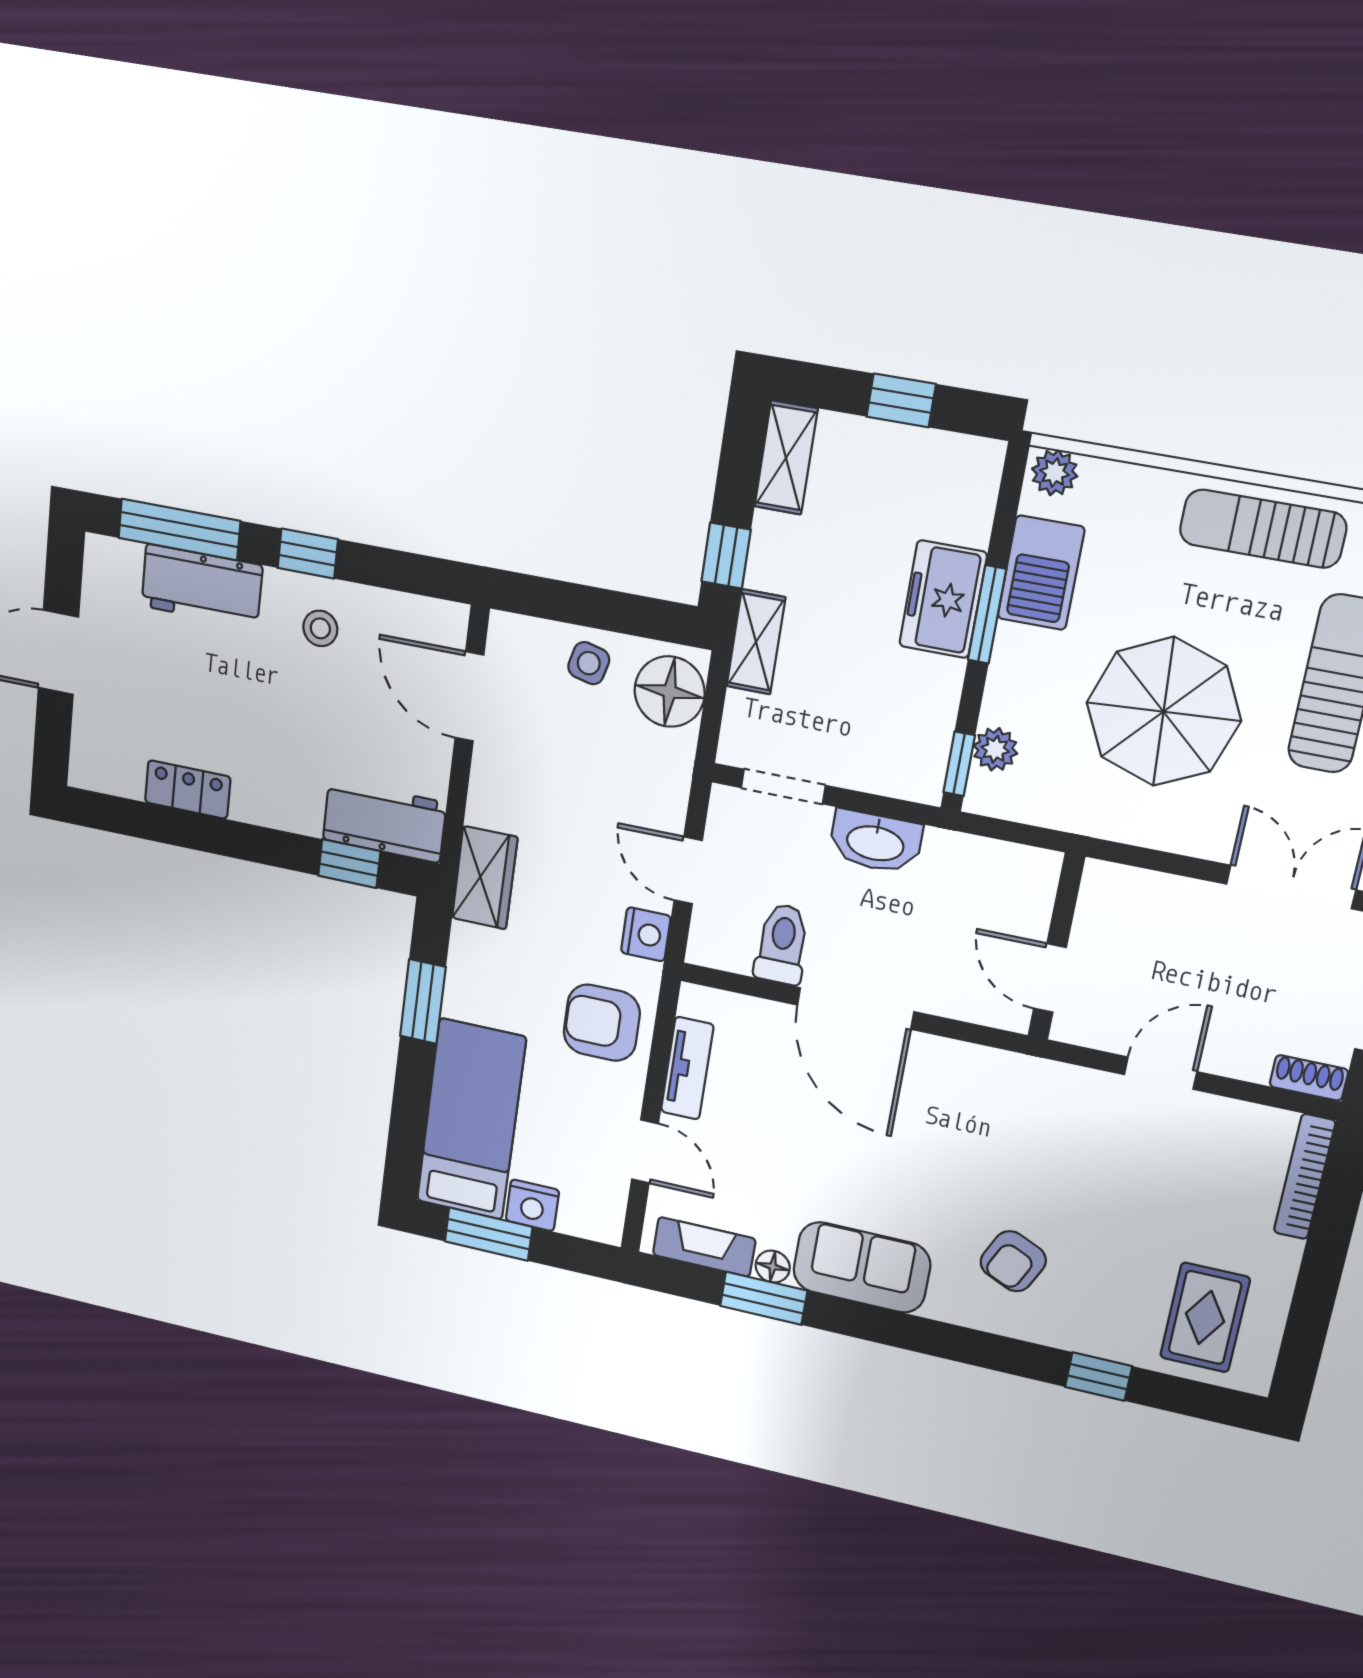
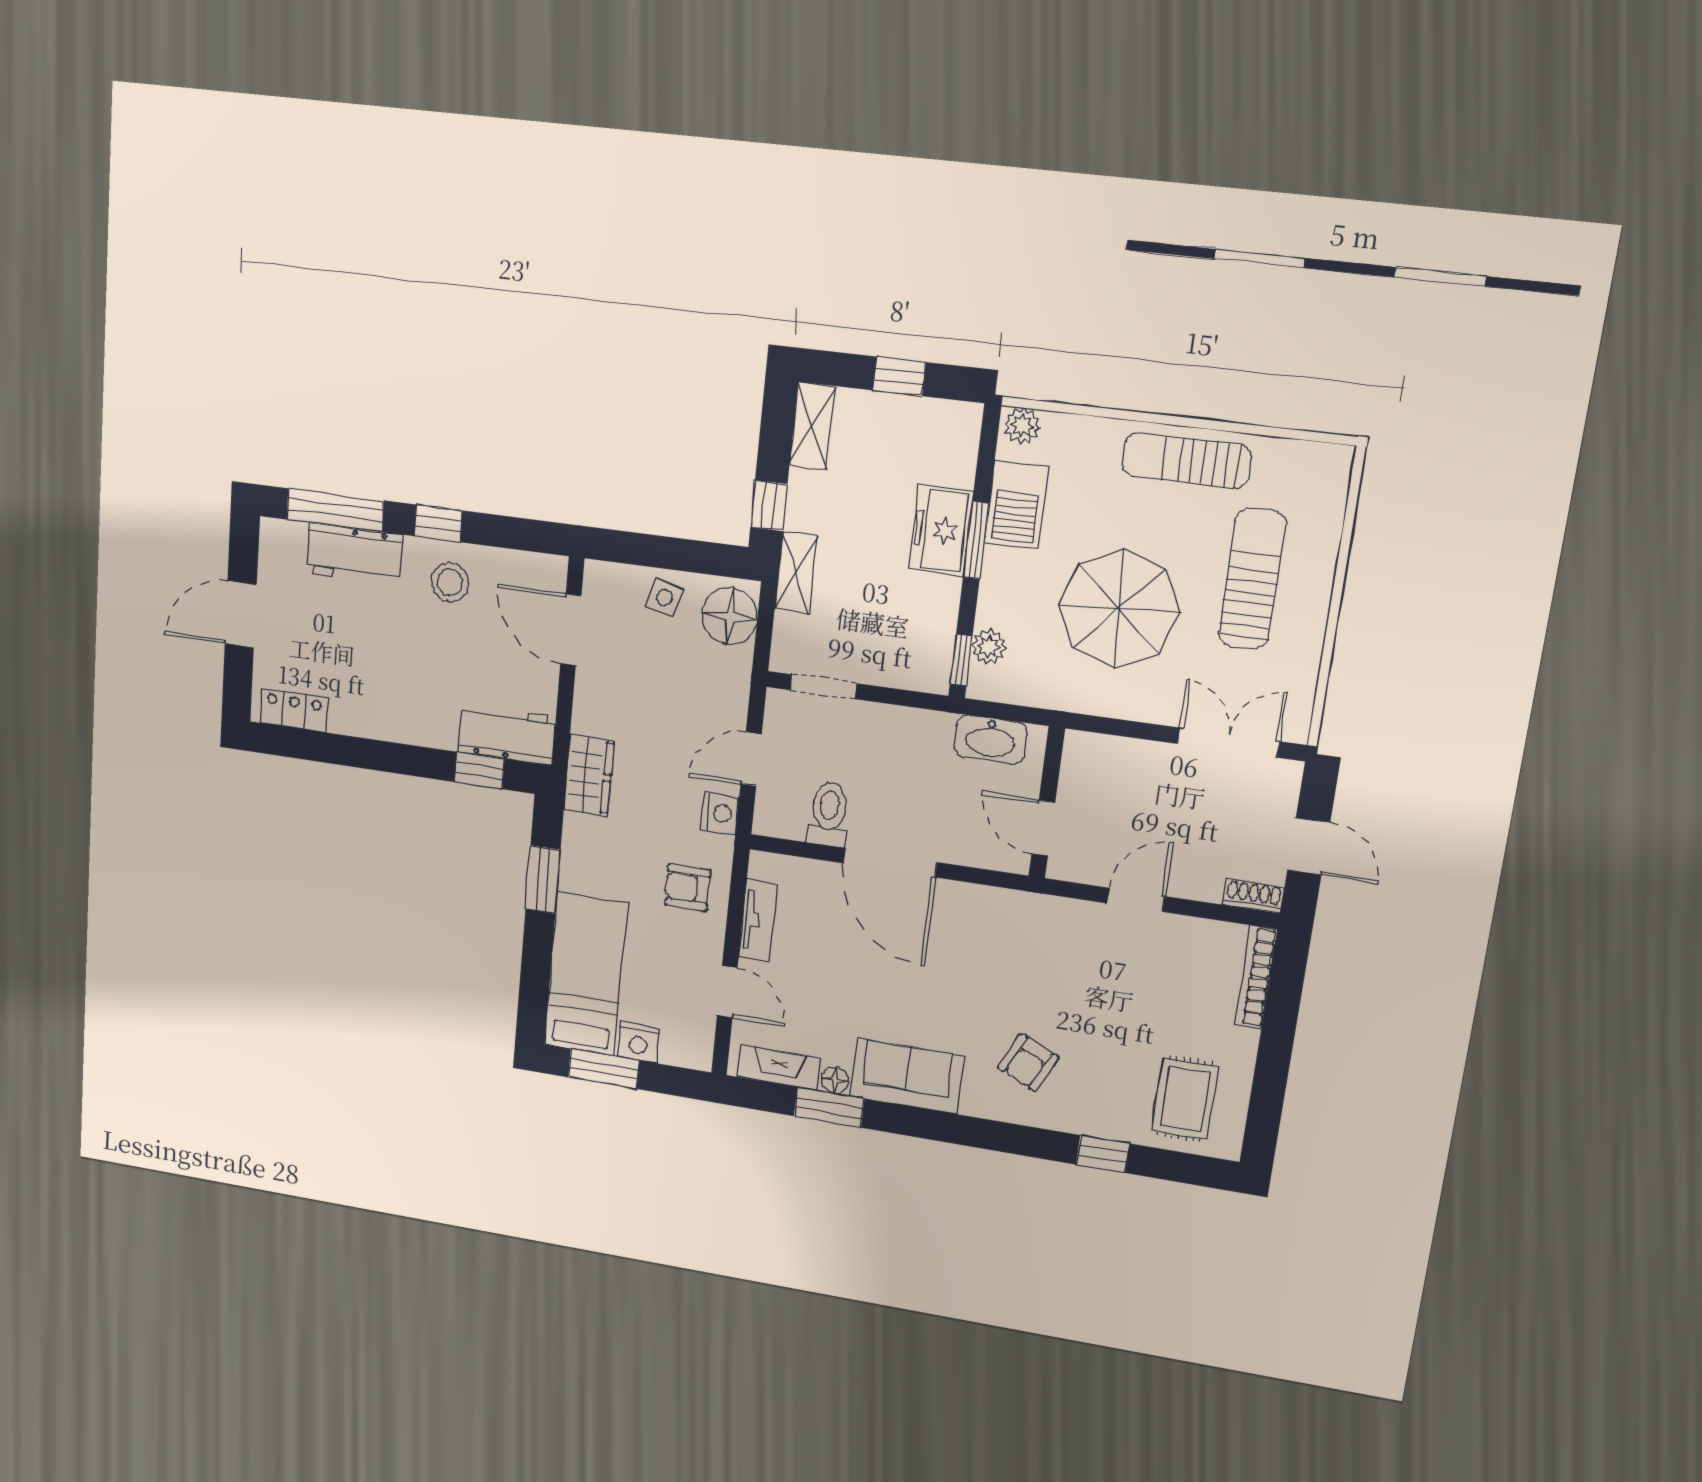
stool: (320, 628) -> (450, 582), width x1.37, depth x1.37
locker: (188, 790) -> (294, 711), moved
washbasin: (875, 842) -> (990, 740), moved
door: (688, 870) -> (751, 759), hinge flipped
armchair: (602, 1023) -> (688, 888), width x0.72, depth x0.72

